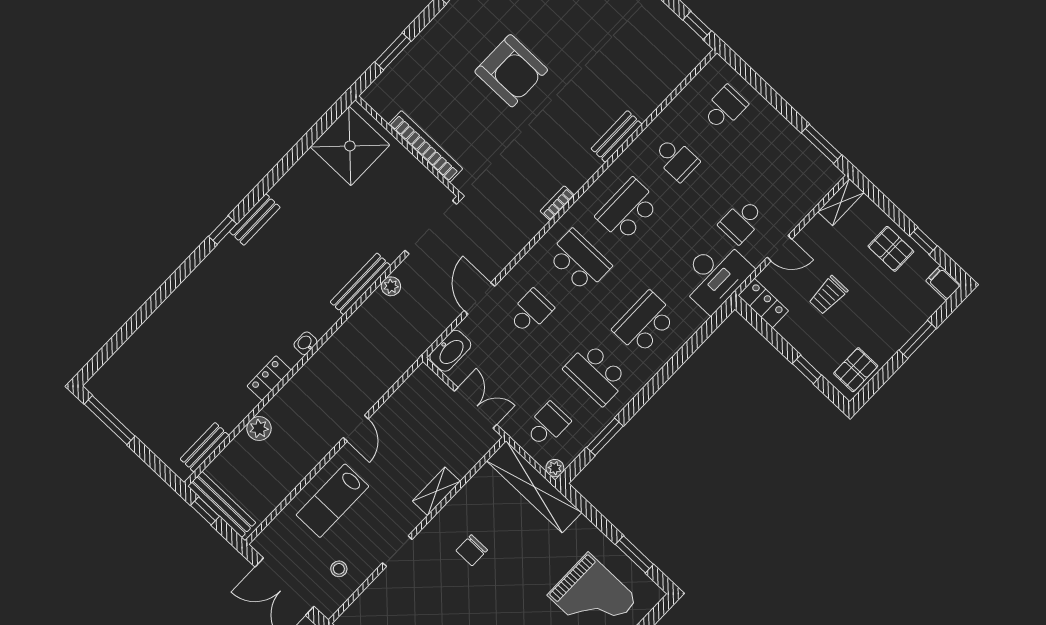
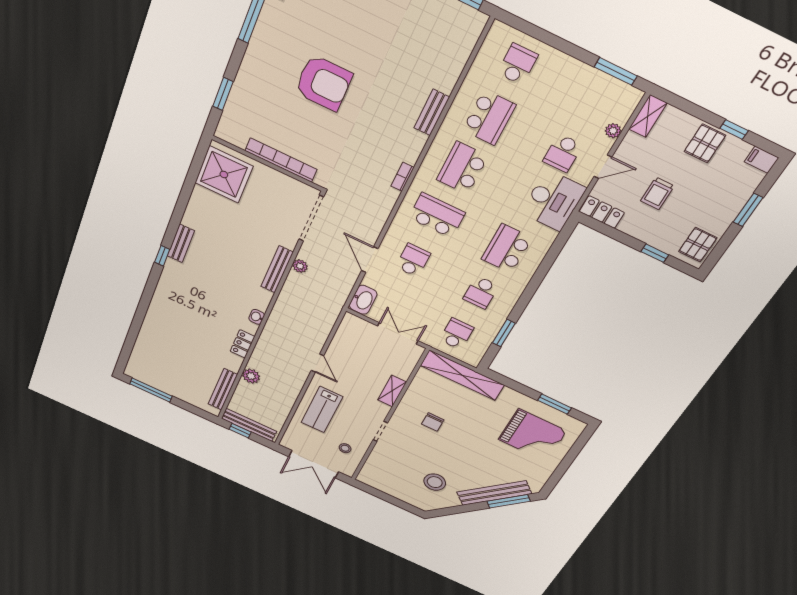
school desk: (676, 159) -> (489, 118), width x1.85
pallet: (891, 249) -> (705, 143), turned 90
school desk: (596, 374) -> (481, 292), width x0.54
bench: (205, 447) -> (223, 389), width x1.36
plant: (555, 468) -> (613, 131), moved

